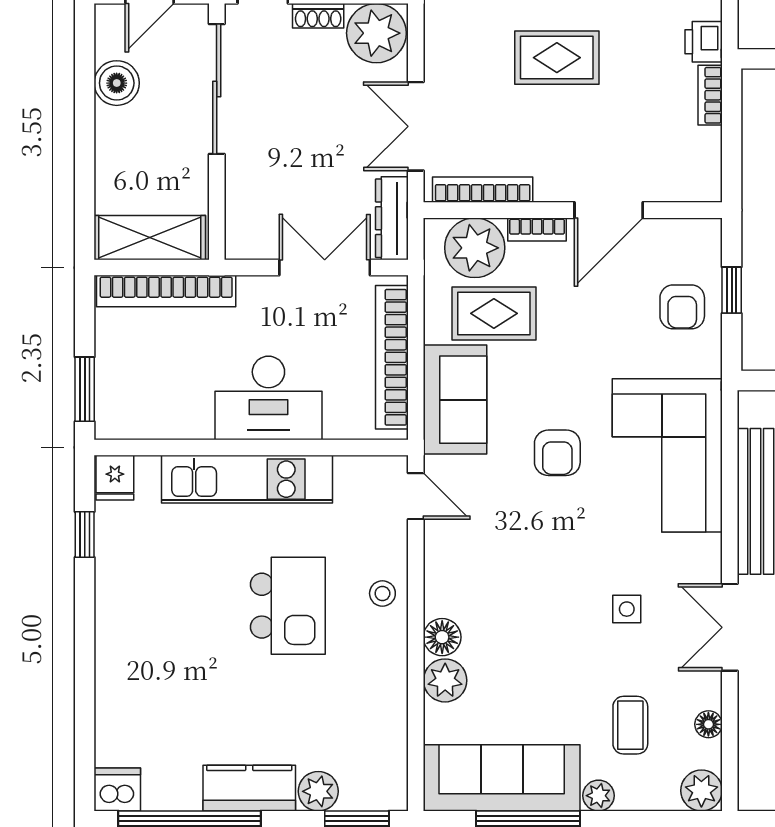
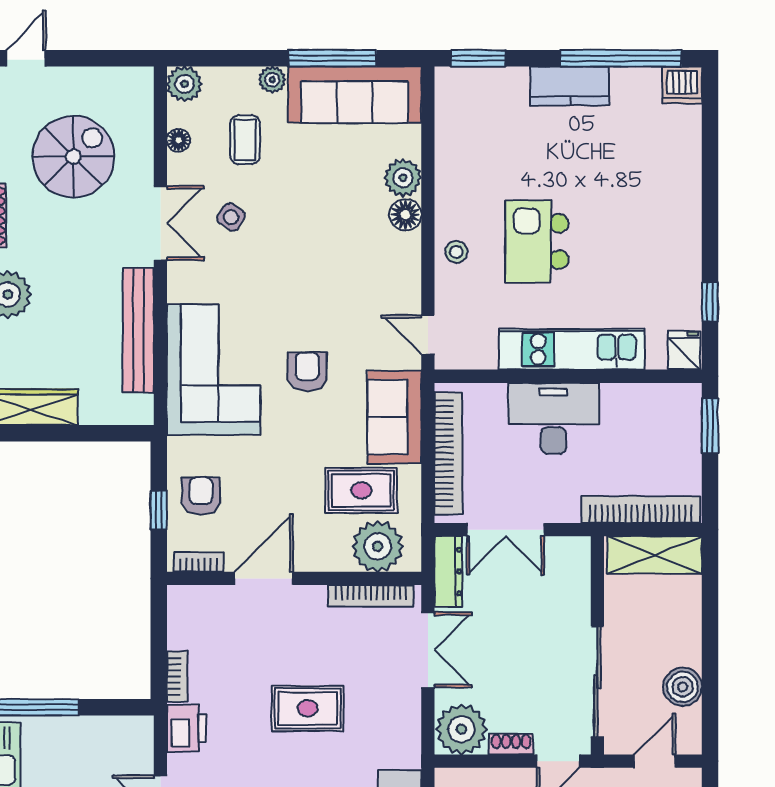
printer: (704, 42) -> (186, 728), width x1.36, depth x1.24
bookcase: (537, 229) -> (199, 562), moved
side table: (627, 609) -> (231, 217), moved, turned 35
plant: (318, 791) -> (511, 83), removed

